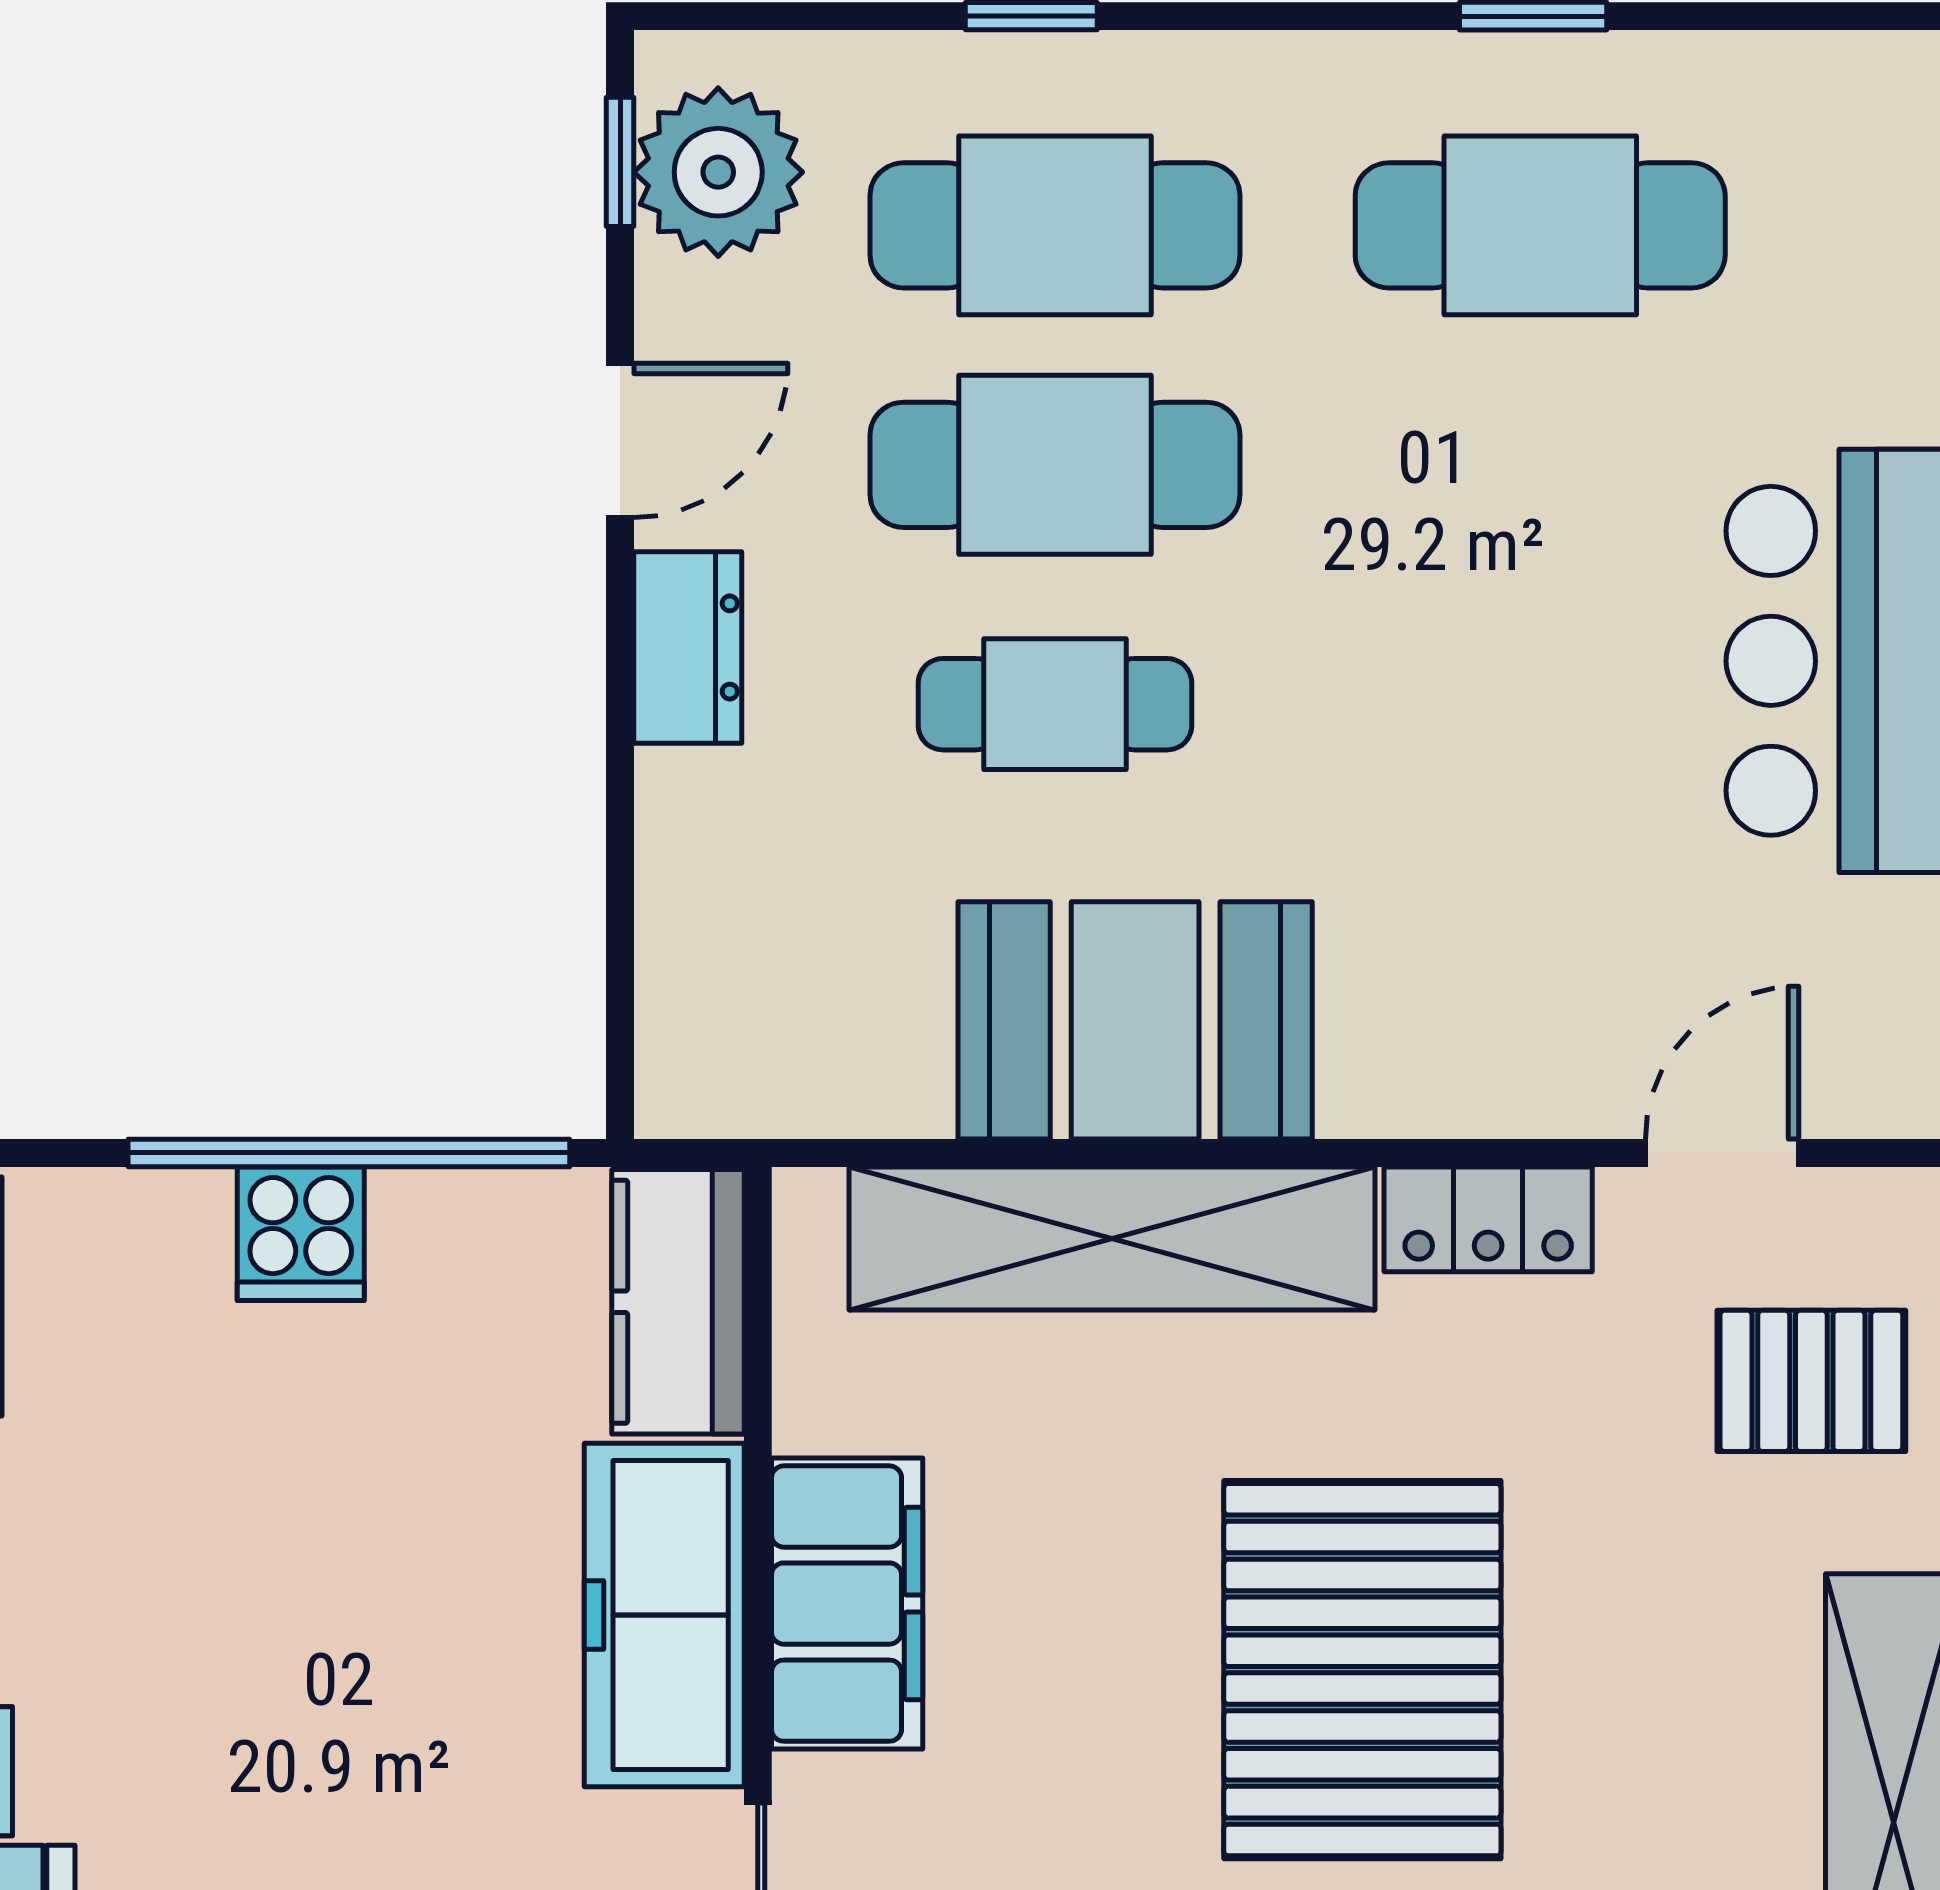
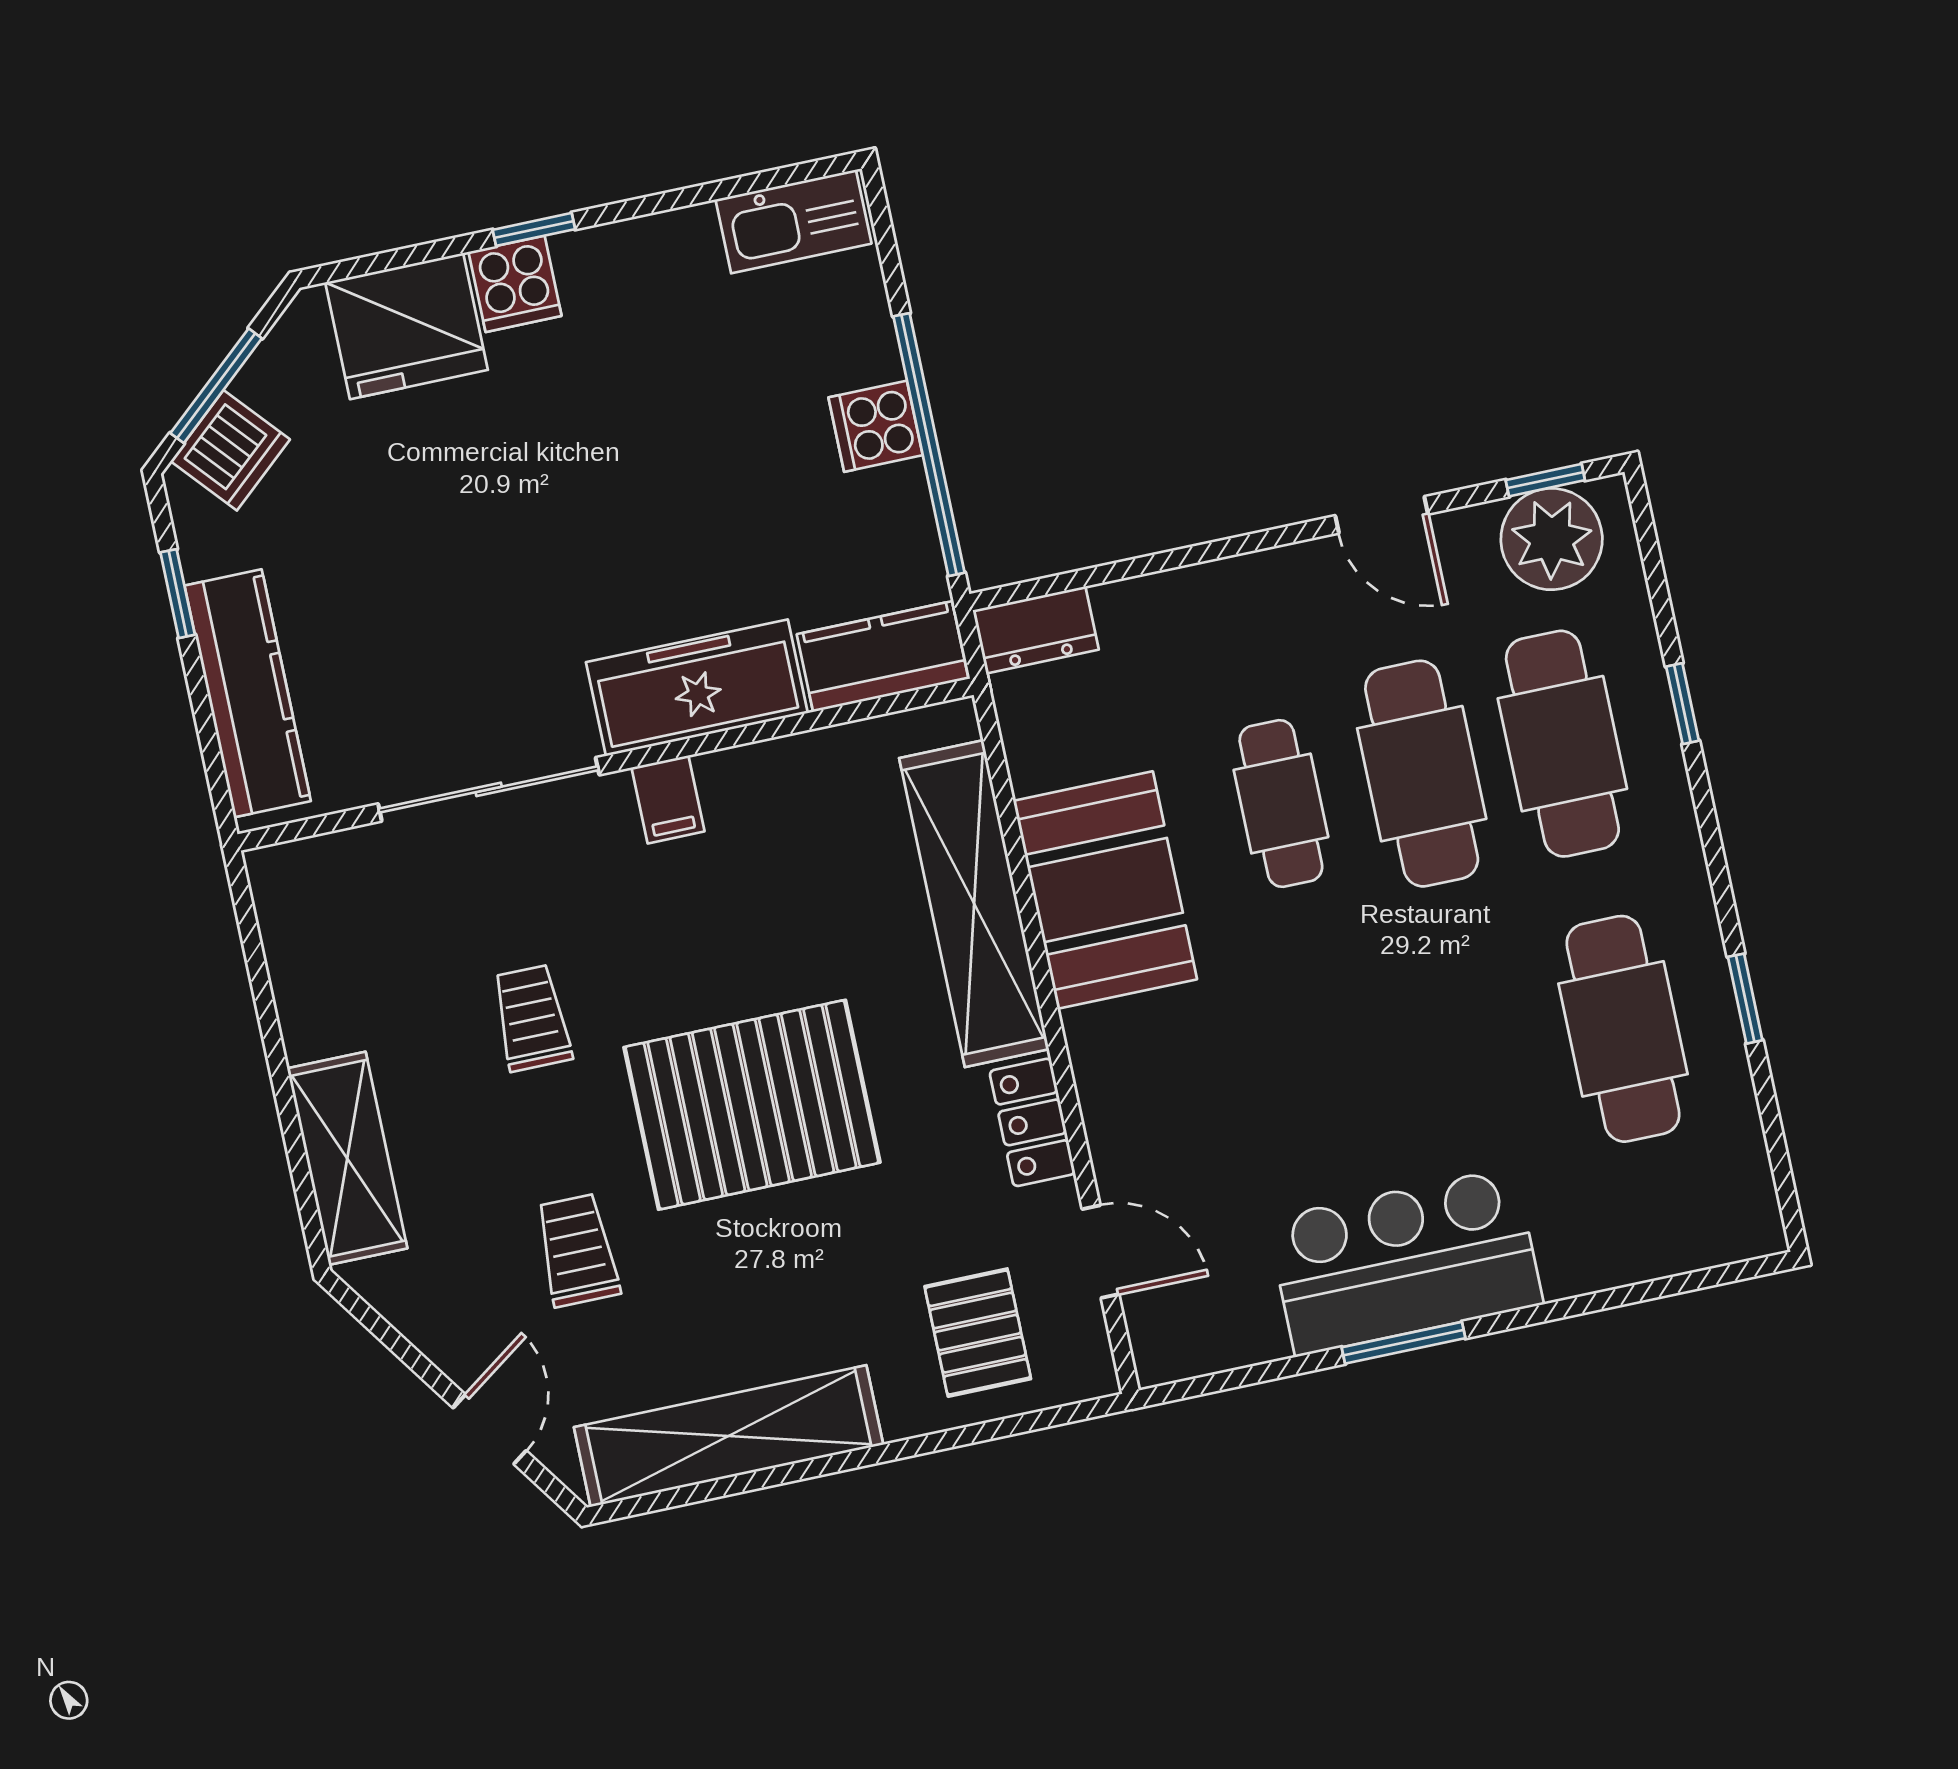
dresser: (688, 647) -> (1036, 630), moved
filing cabinet: (847, 1604) -> (668, 799), width x0.33, depth x0.86

